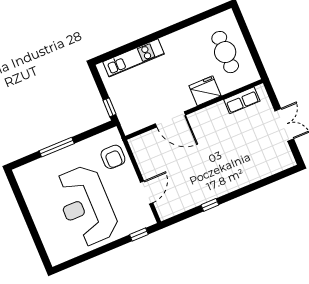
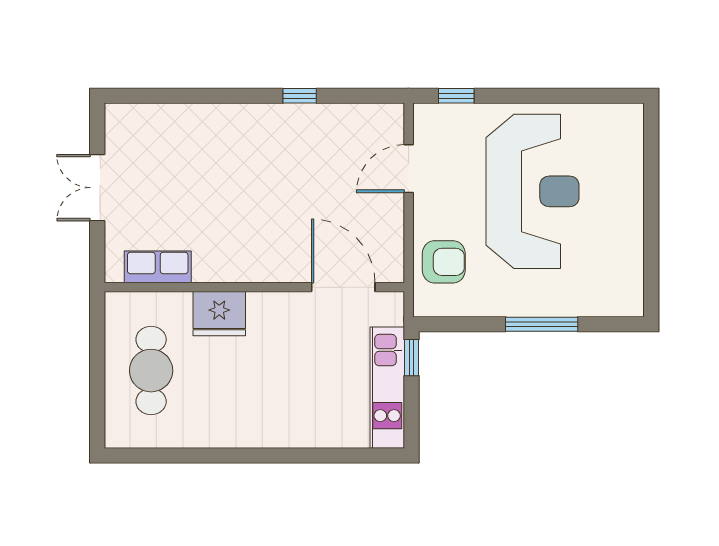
kitchen unit: (134, 58) -> (387, 388), moved, turned -90
door: (170, 119) -> (343, 287), moved
armchair: (113, 157) -> (444, 262), turned 90

